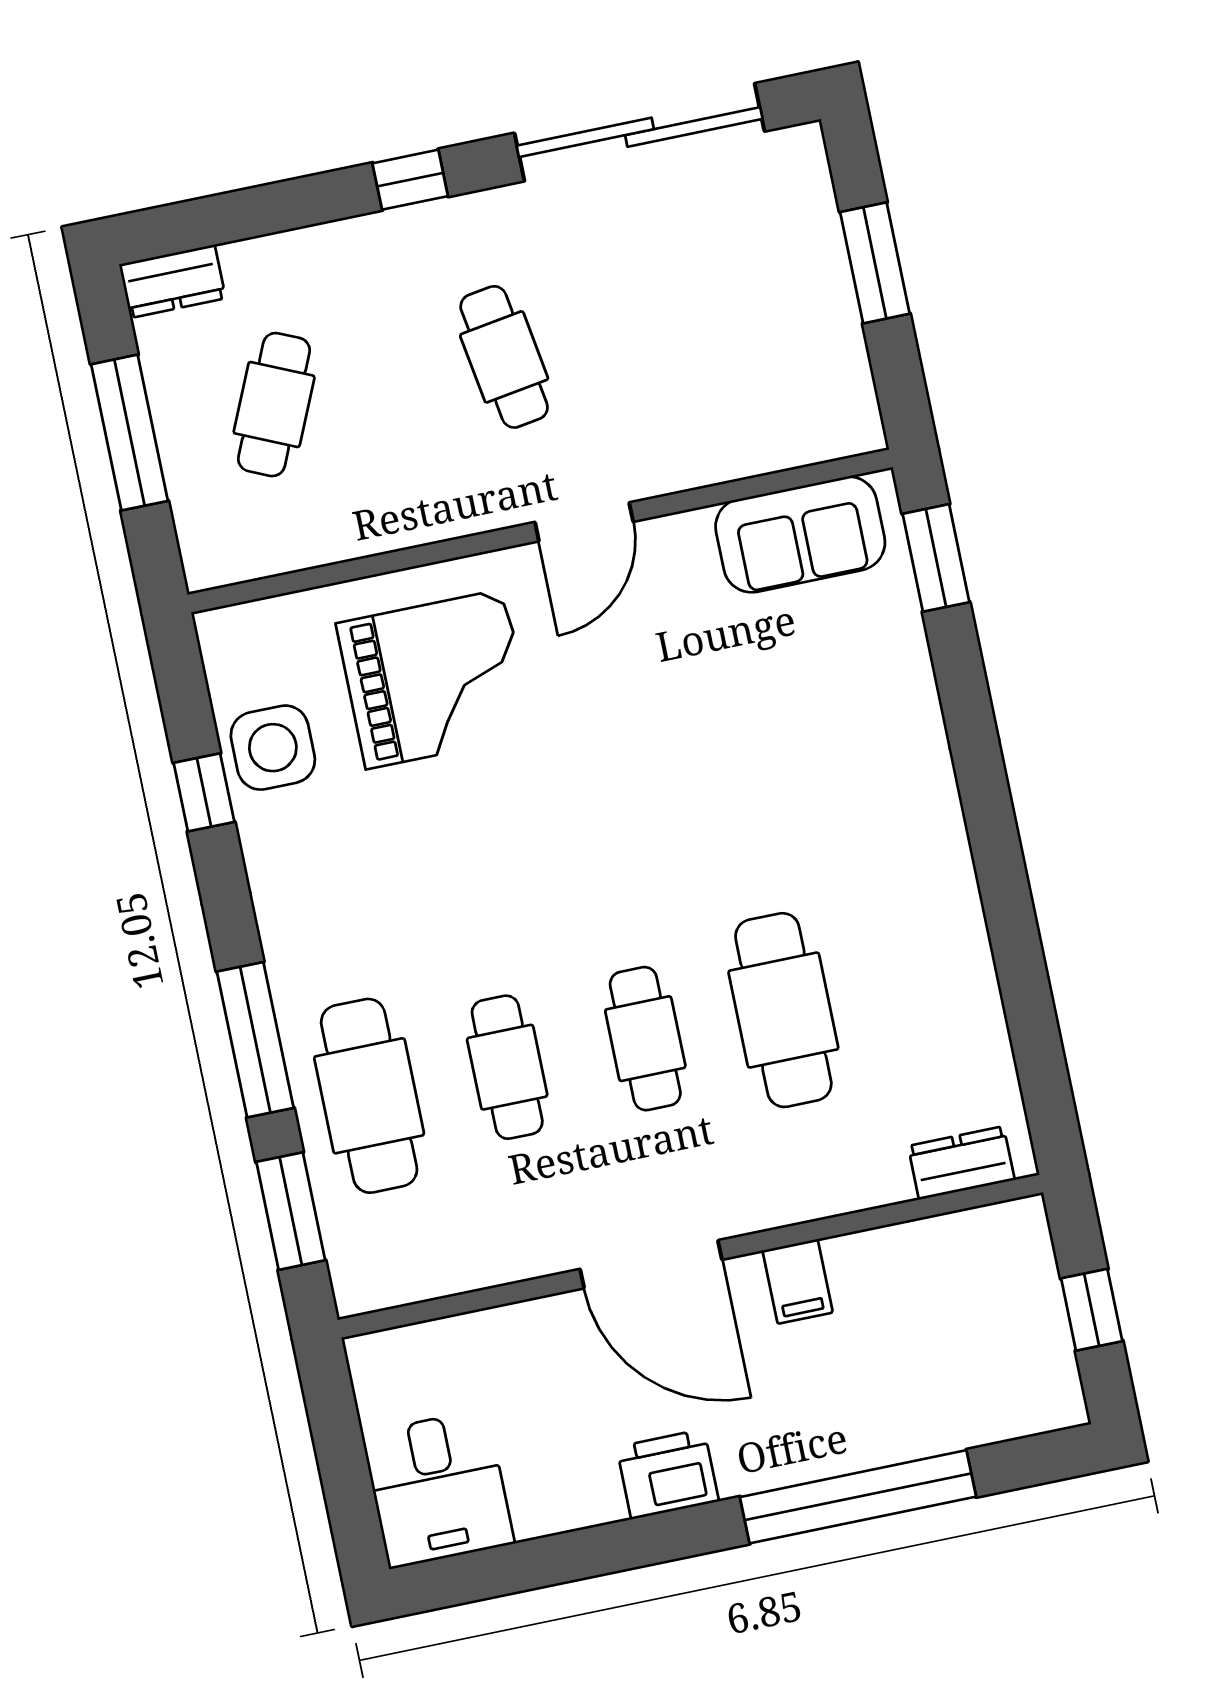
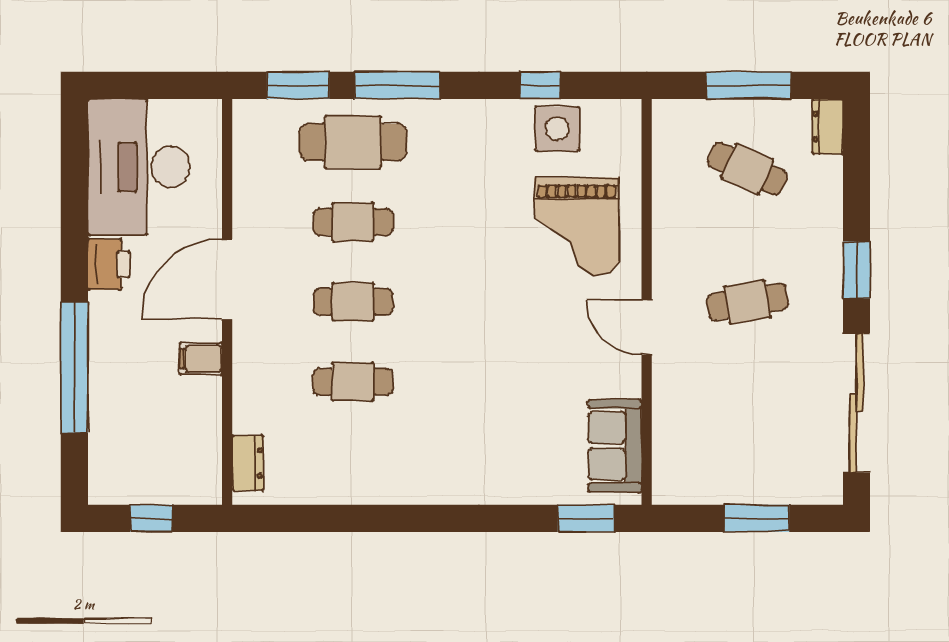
window: (410, 180) -> (857, 270), width x1.50
cafe table: (783, 1010) -> (353, 382), width x0.73, depth x0.74
desk: (438, 1489) -> (139, 167), width x1.87, depth x1.30

